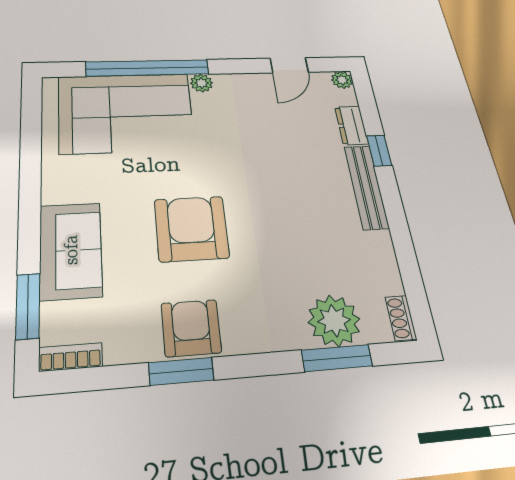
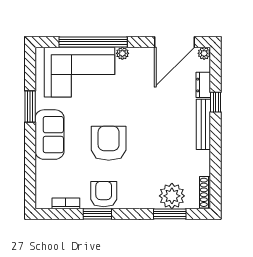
door: (289, 65) -> (175, 42), width x1.87
sofa: (71, 250) -> (50, 135), moved
window: (28, 306) -> (30, 107), moved
shoe rack: (401, 318) -> (205, 192), width x1.43
bookcase: (71, 357) -> (66, 203), moved

